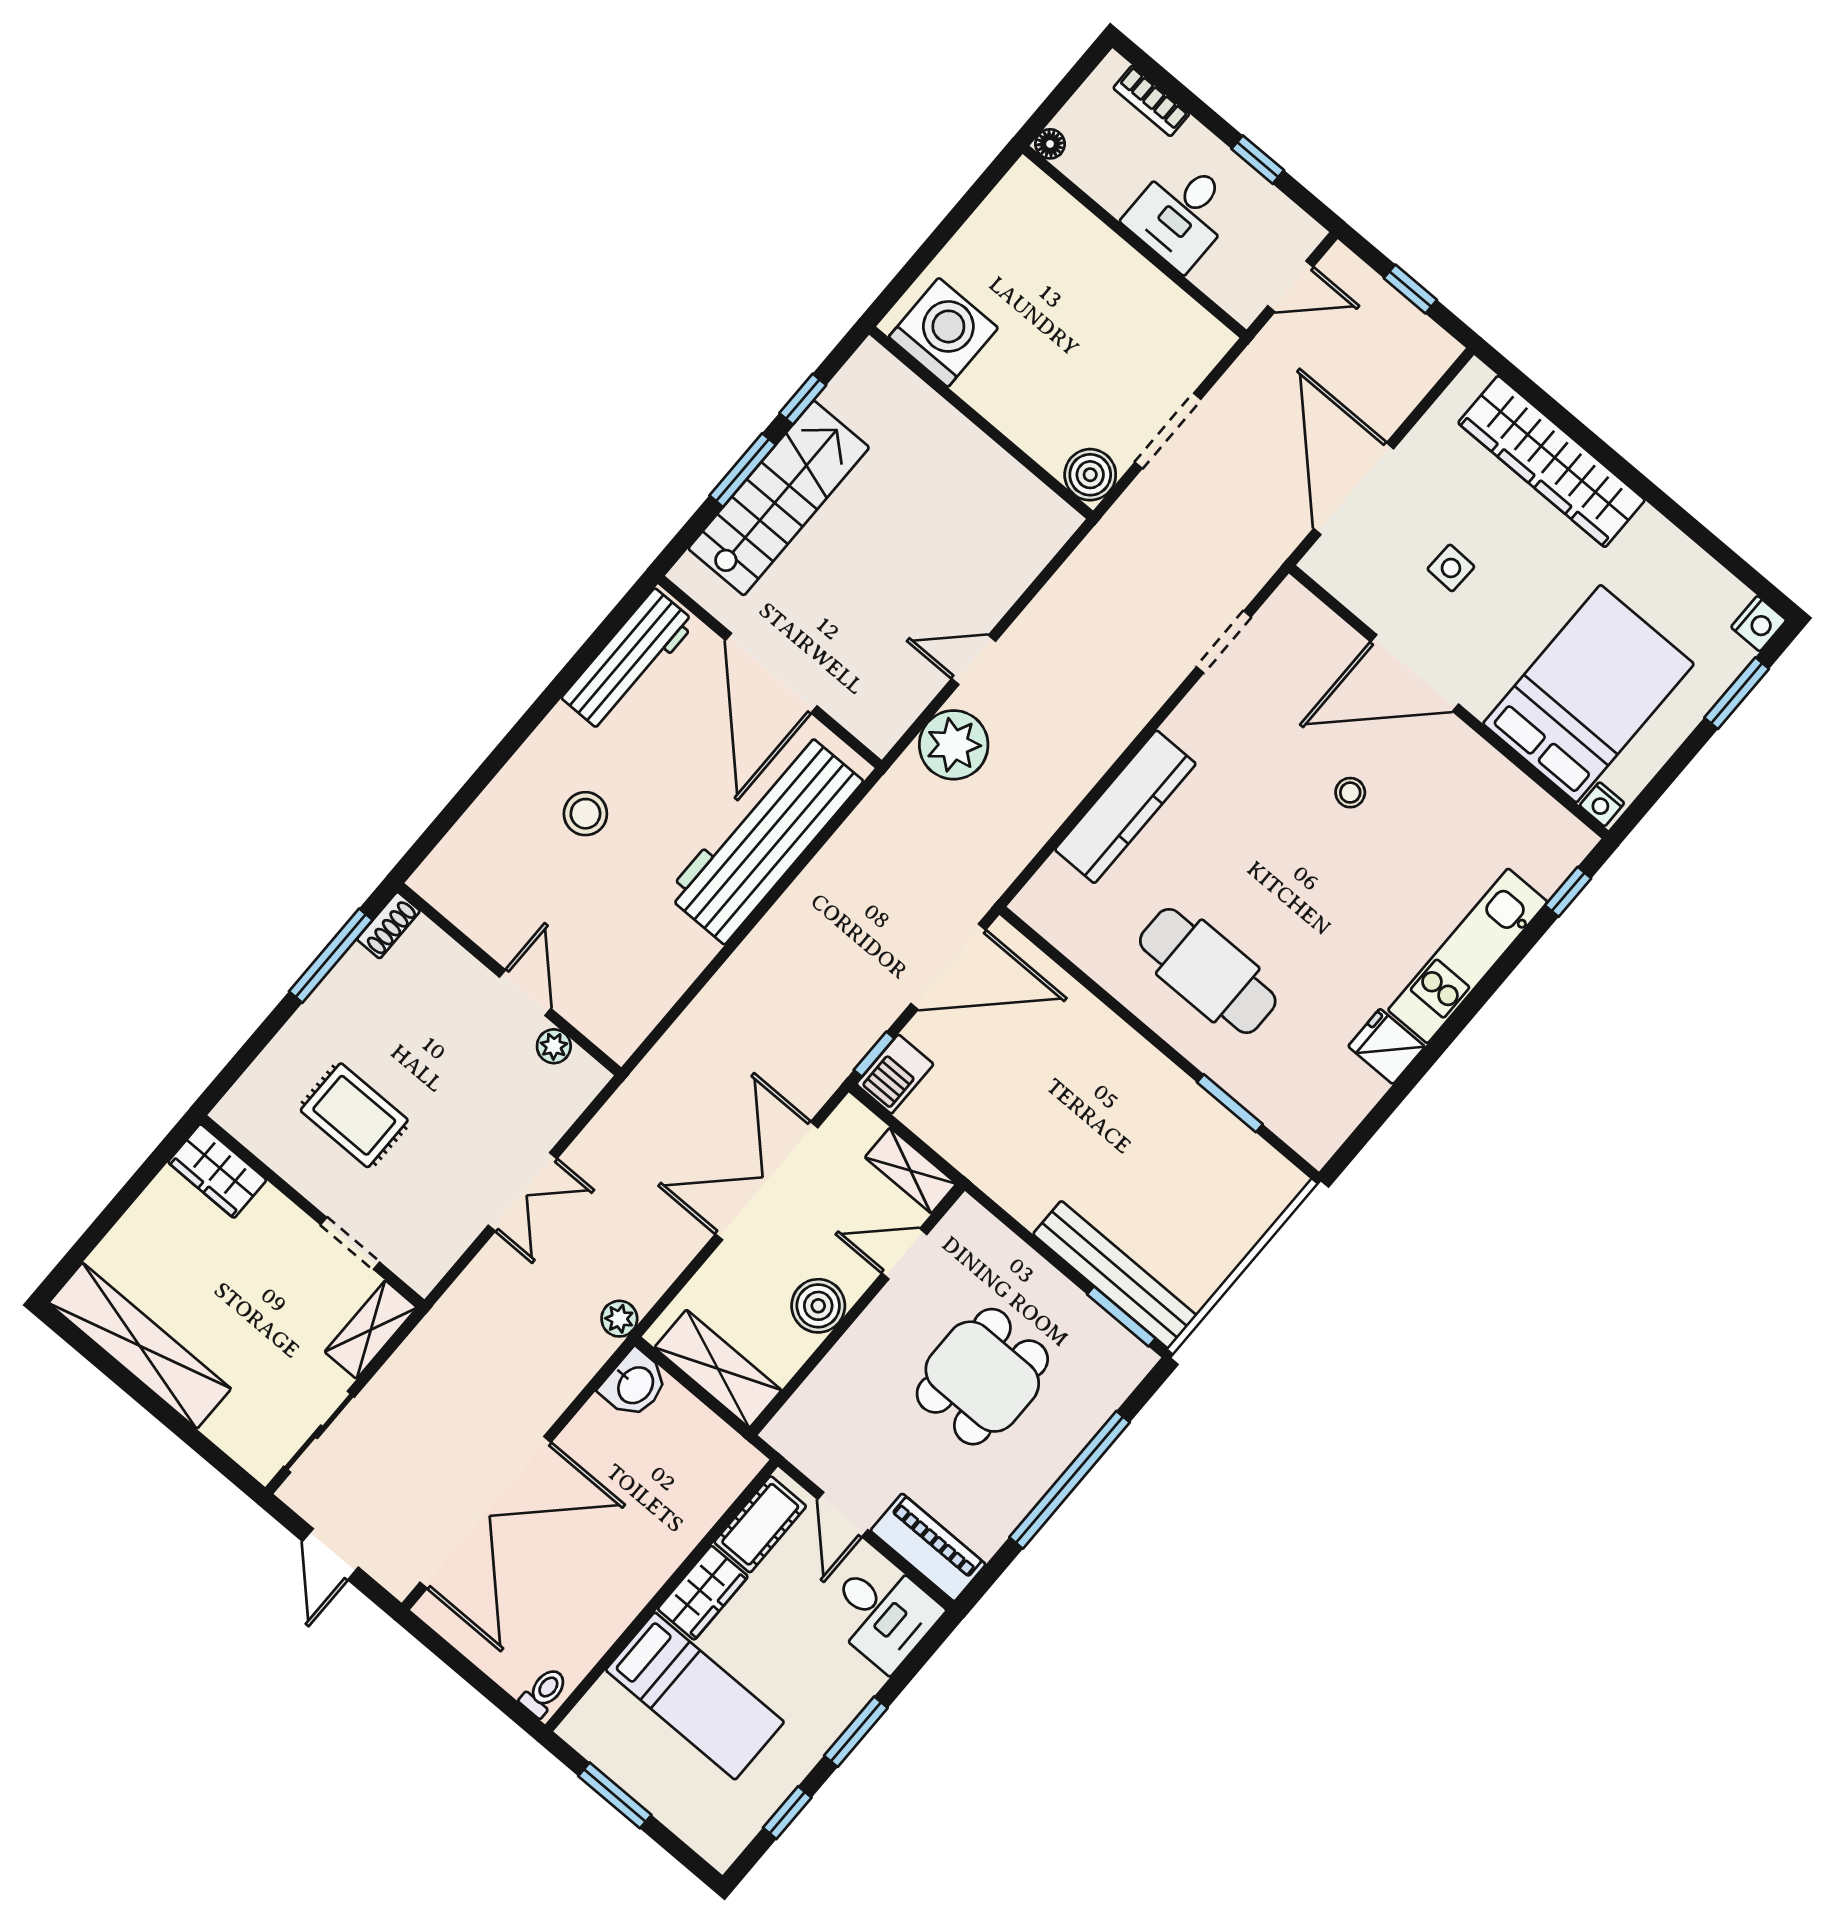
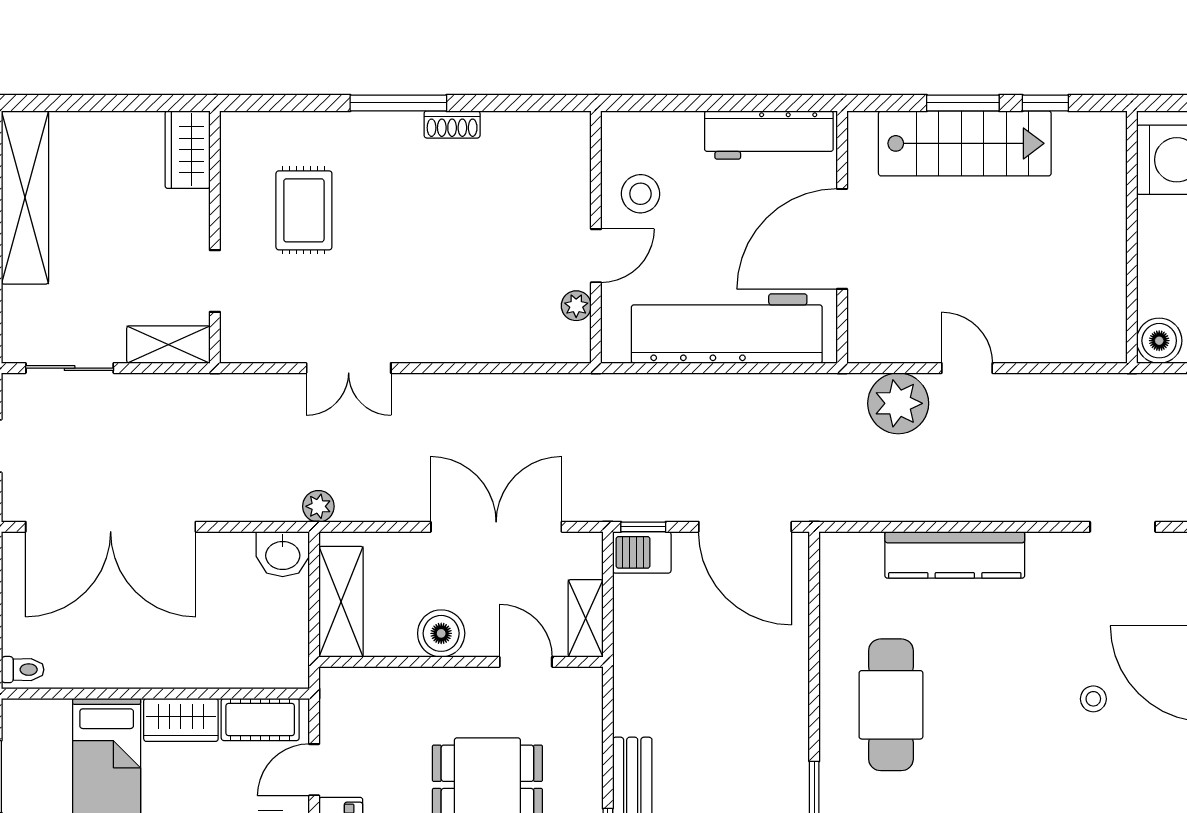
wall: (509, 979) -> (596, 237), moved
door: (525, 993) -> (596, 256), moved
plant: (554, 1046) -> (576, 306), moved

